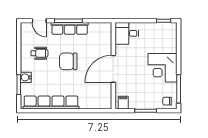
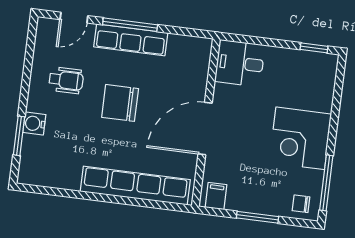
door: (39, 21) -> (74, 18), hinge flipped
row of seats: (51, 103) -> (135, 186), moved

